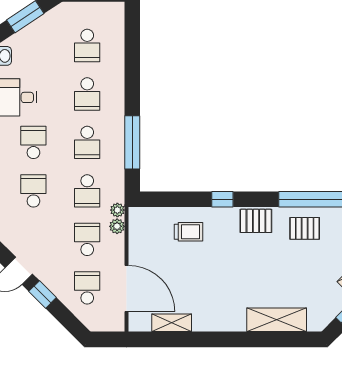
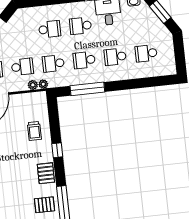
school desk: (33, 142) -> (81, 26), turned 180
pallet: (305, 228) -> (44, 205), turned 90

